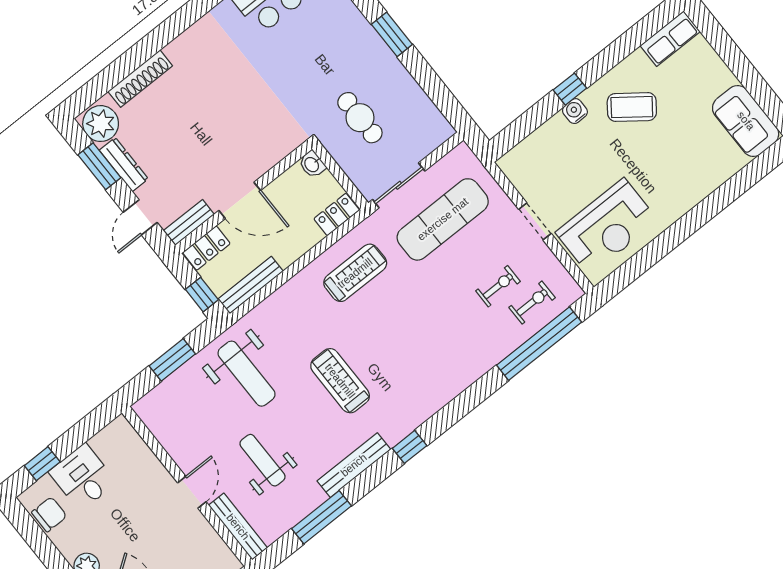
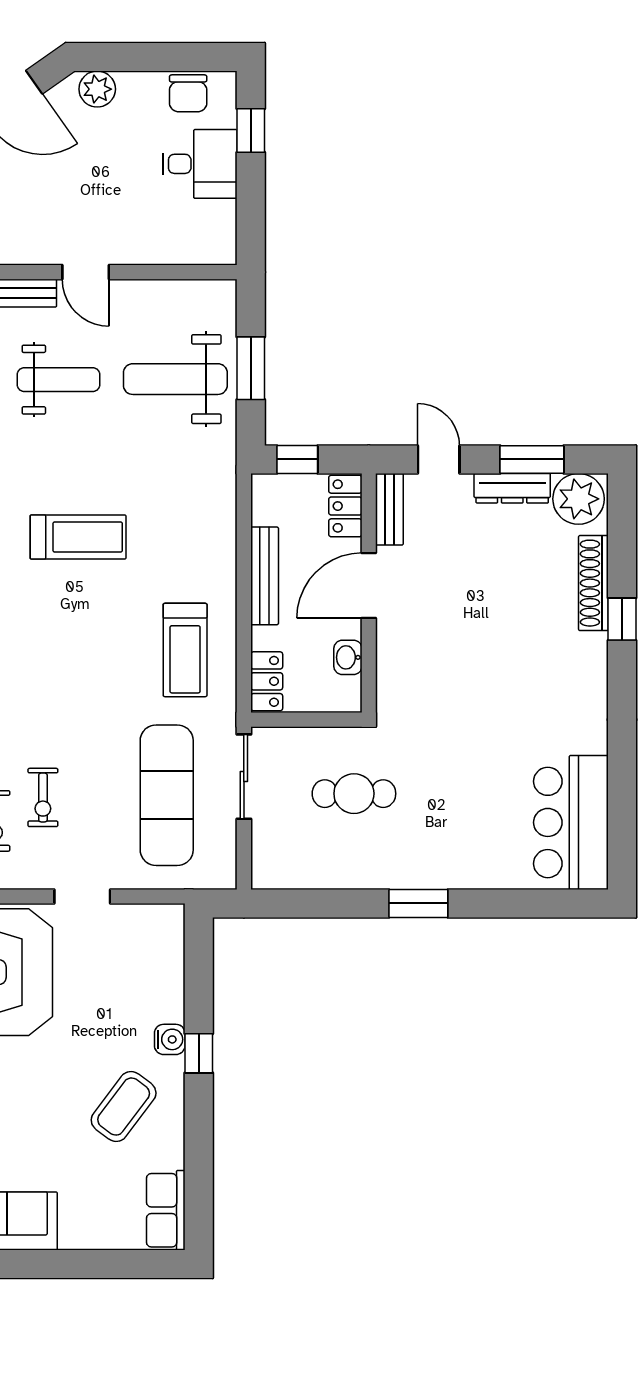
window: (147, 47) -> (622, 619), added
washbasin: (312, 164) -> (348, 657), moved, turned -90
bench: (251, 285) -> (265, 576), moved
weight bench: (247, 374) -> (175, 379), moved

